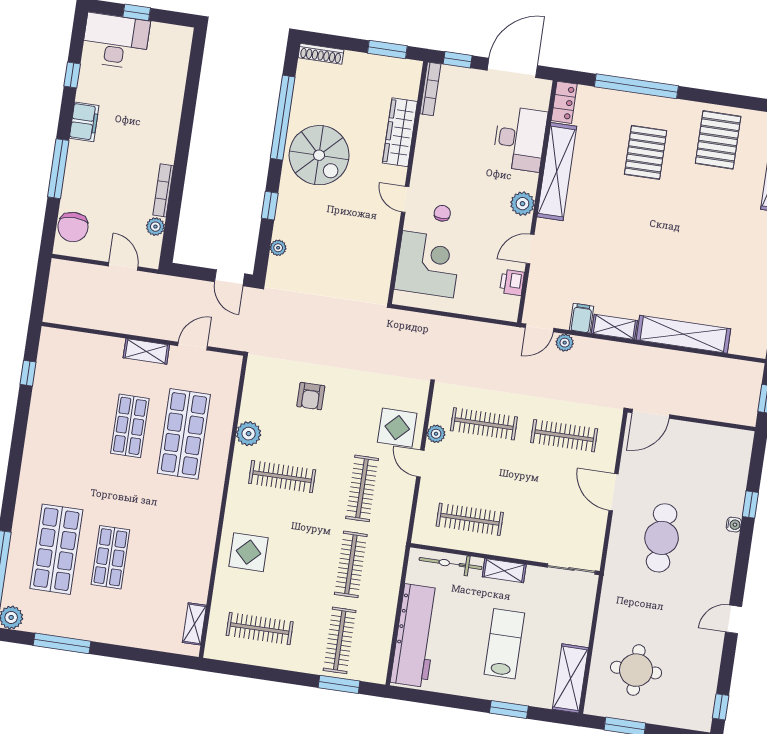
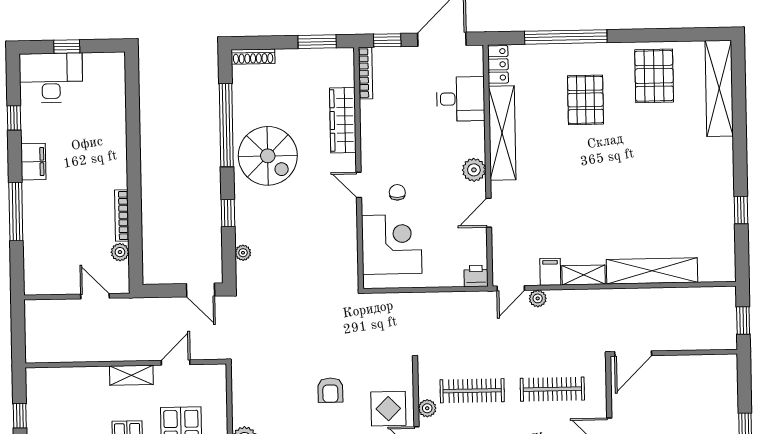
desk: (520, 139) -> (461, 99), width x0.73
chair: (73, 227) -> (40, 266), removed
printer: (512, 282) -> (476, 276), moved, turned 90
armchair: (311, 396) -> (330, 390), moved

